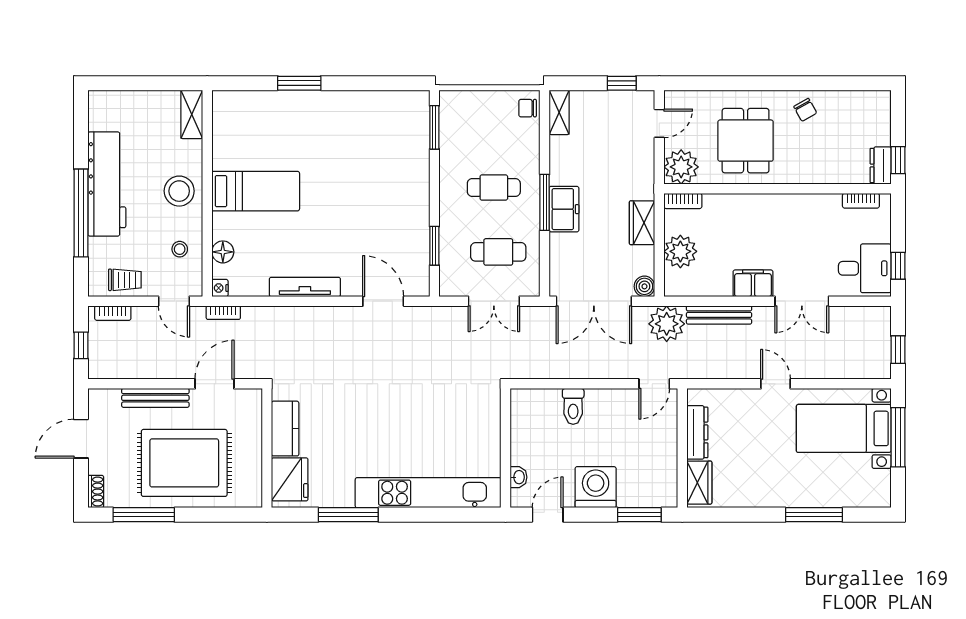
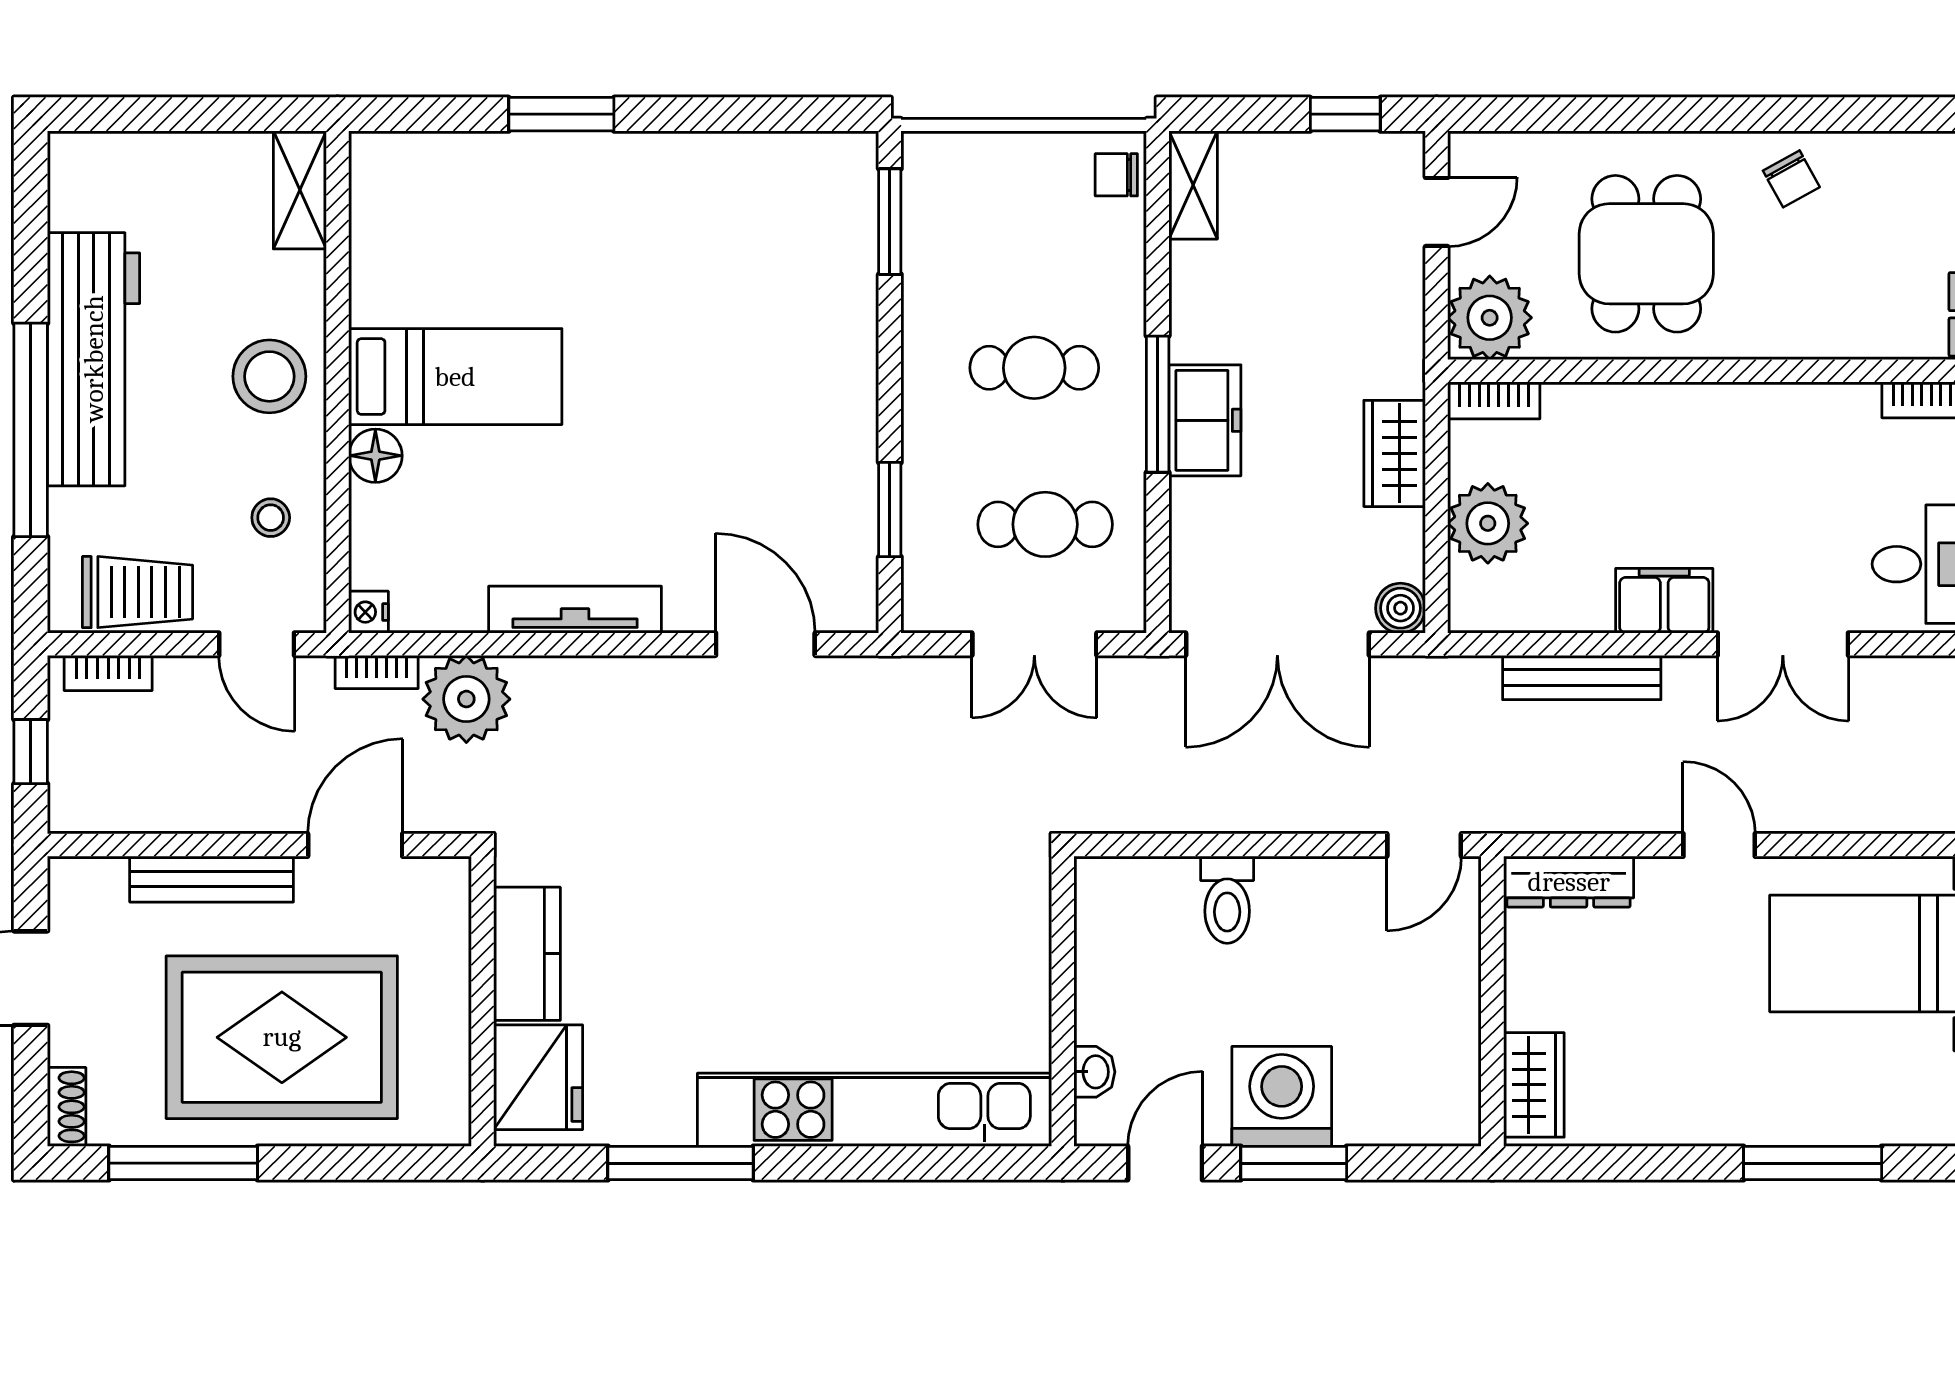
floor lamp: (223, 252) -> (375, 456), moved
trolley: (125, 280) -> (137, 592), width x1.36, depth x1.39
plant: (667, 324) -> (466, 699), moved
dresser: (697, 432) -> (1569, 882), moved, turned 90
window: (639, 515) -> (1294, 1163), moved

